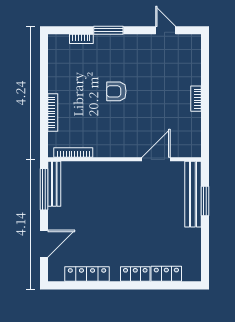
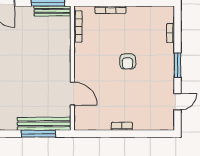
window: (108, 30) -> (177, 65), moved
armchair: (116, 91) -> (128, 61), turned 180
window: (205, 201) -> (38, 134), width x1.44

